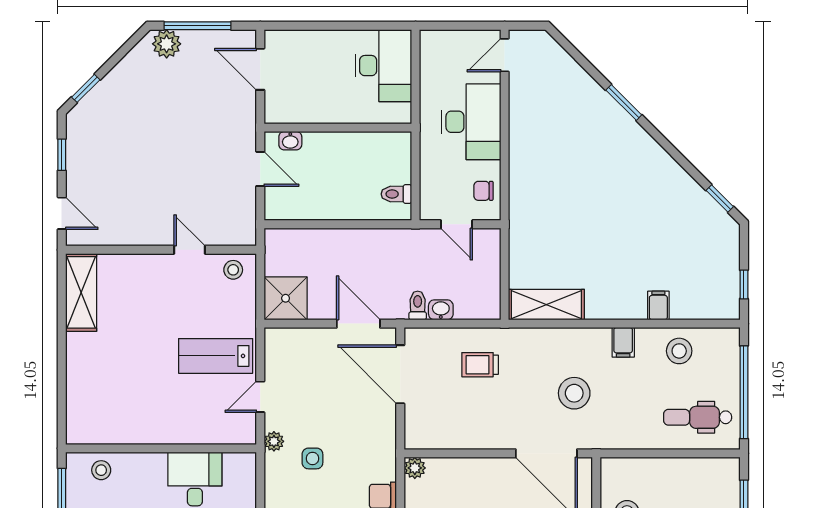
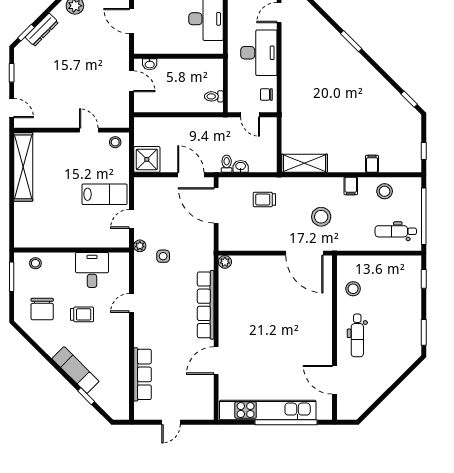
dresser: (112, 84) -> (42, 30), added
shelving: (81, 292) -> (23, 167), width x1.47
lab bench: (216, 356) -> (105, 194), turned 180

